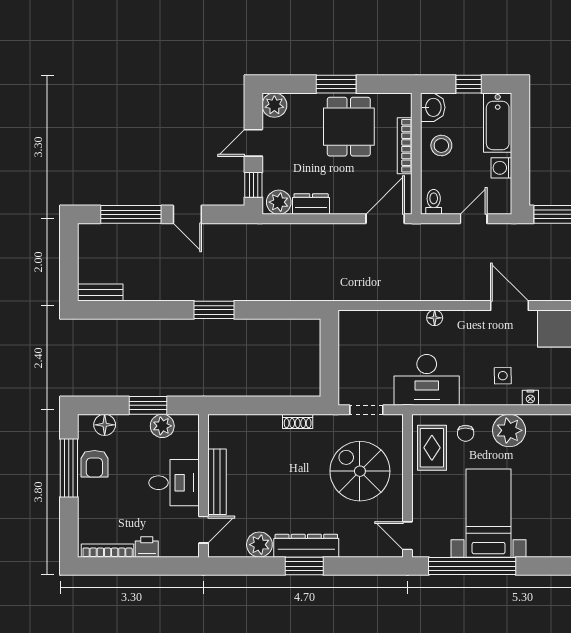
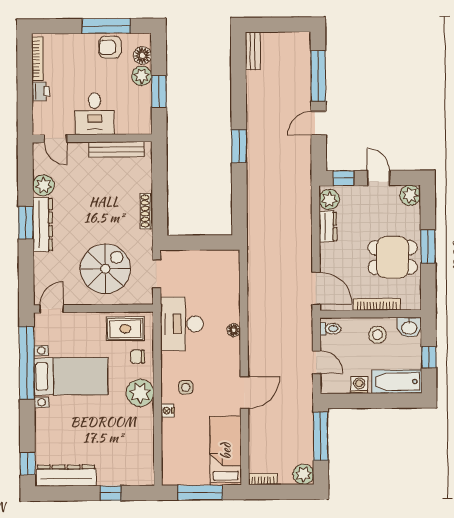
shoe rack: (298, 421) -> (146, 211), width x1.43
plant: (162, 426) -> (142, 76), moved
bench: (217, 482) -> (116, 149), moved

